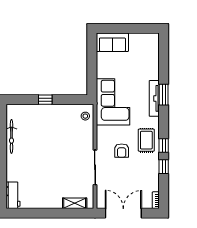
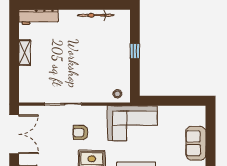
sofa: (112, 42) -> (196, 143), moved
workbench: (13, 195) -> (38, 17), width x1.38
shelving: (75, 203) -> (25, 53), moved

